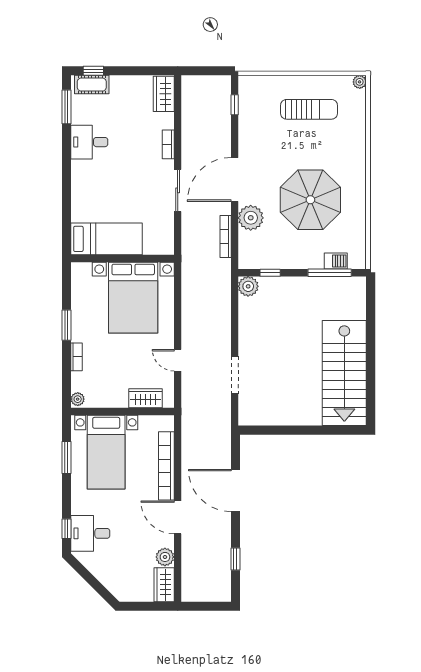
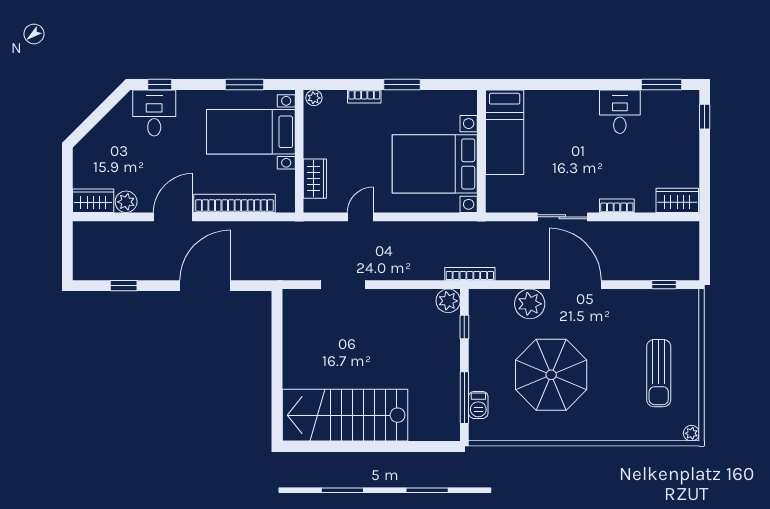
cot: (92, 85) -> (688, 115), removed
bookcase: (226, 236) -> (470, 274), moved

